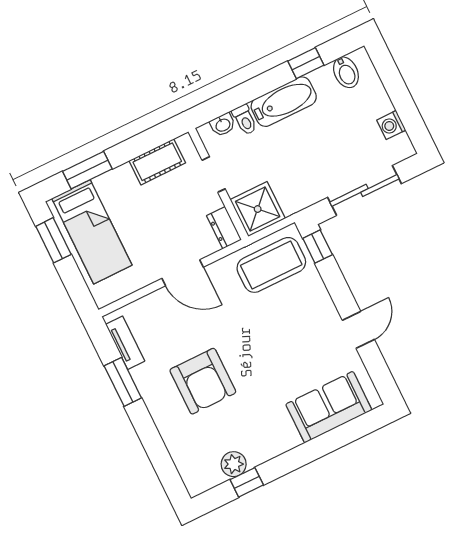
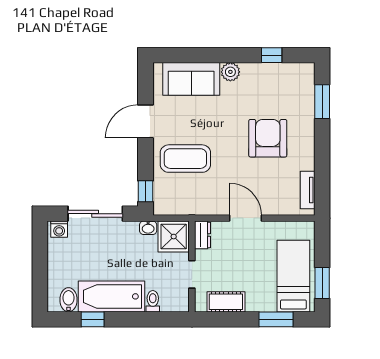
bathtub: (284, 102) -> (112, 296), width x1.36, depth x1.36
washbasin: (223, 125) -> (148, 228), moved, turned 180
washing machine: (391, 125) -> (59, 229), moved, turned 90
coffee table: (271, 265) -> (185, 159), moved
door: (358, 330) -> (145, 121), width x1.38
window: (123, 382) -> (322, 102), moved
plant: (234, 464) -> (230, 72), moved

